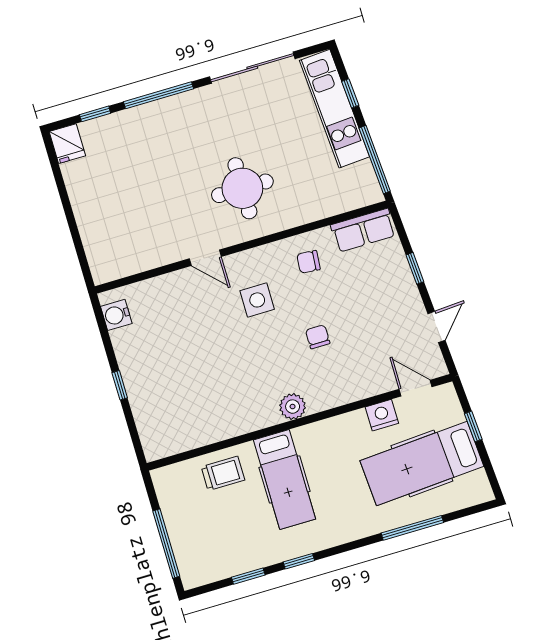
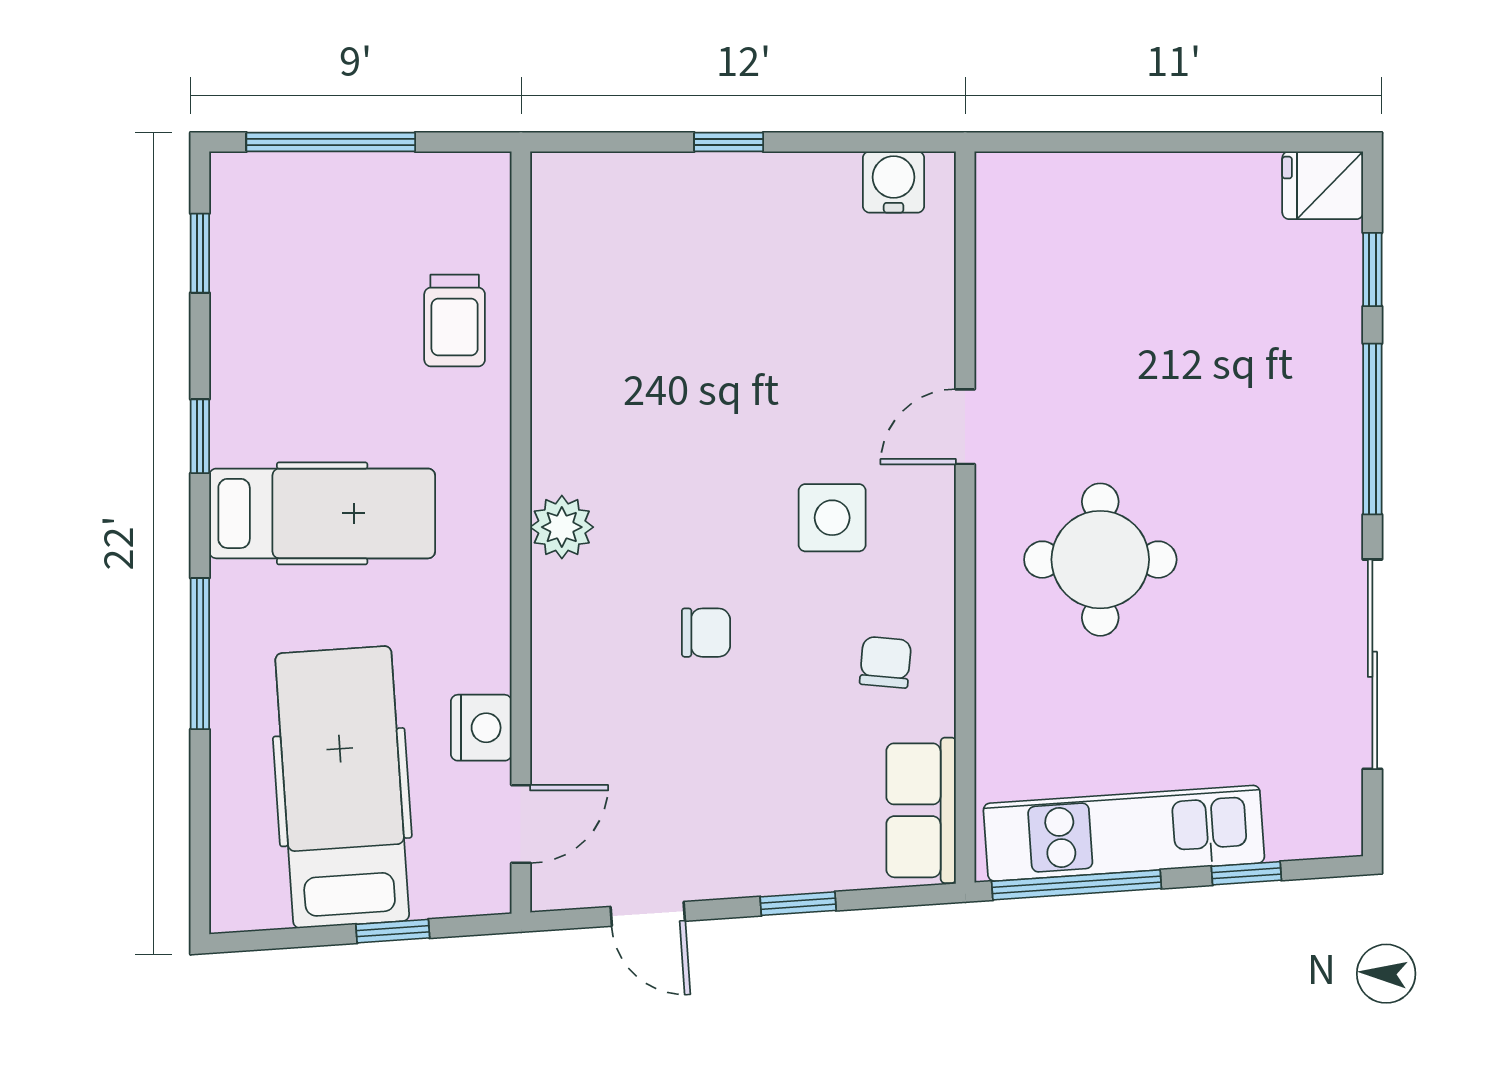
kitchen unit: (334, 109) -> (1124, 833), moved
hospital bed: (285, 479) -> (322, 513), moved, turned 180
window: (412, 528) -> (200, 654), moved
window: (248, 576) -> (200, 253), moved

